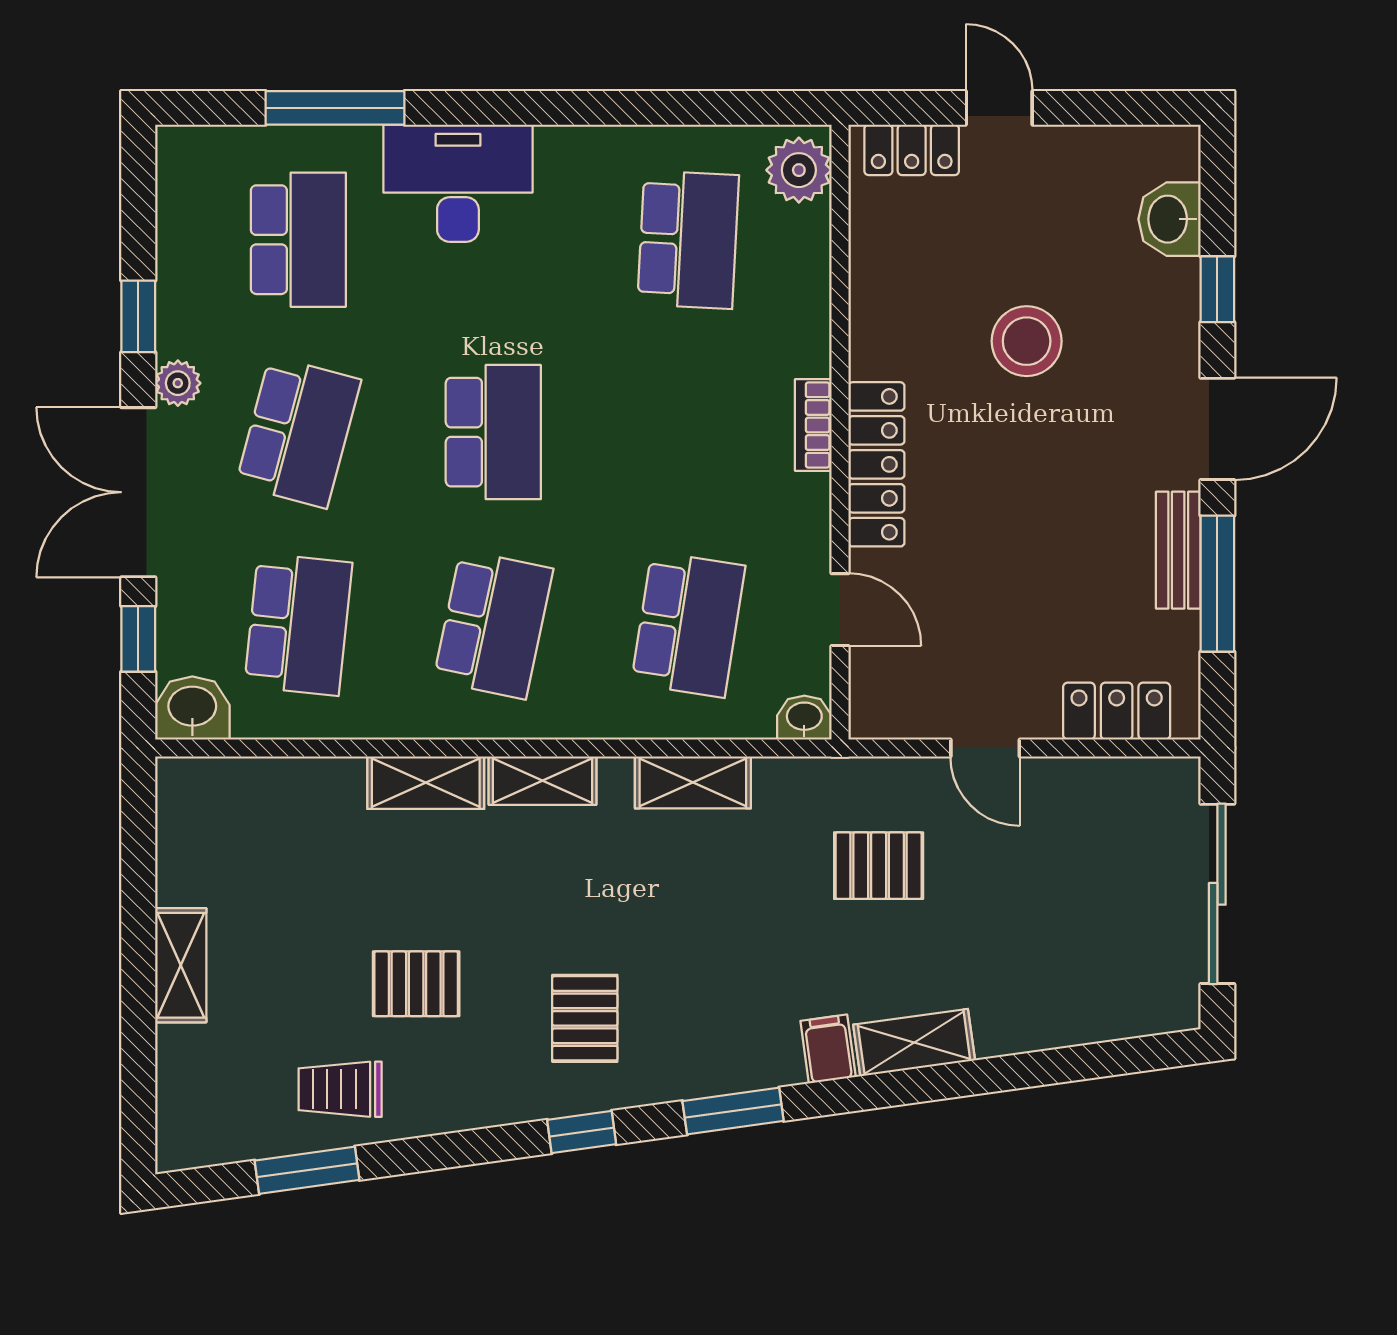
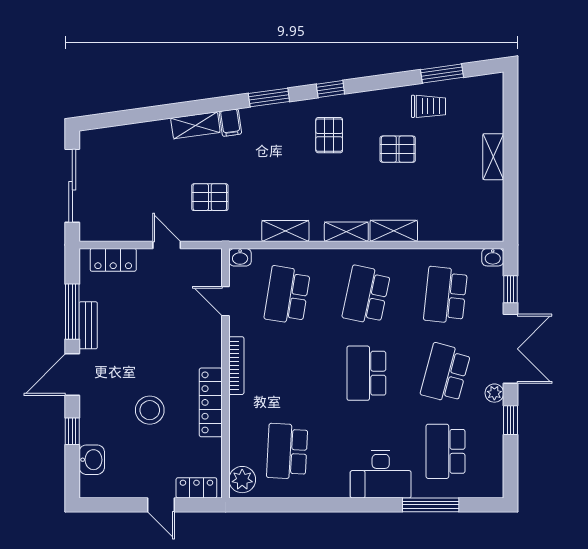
bookcase: (813, 425) -> (236, 366), width x1.56
locker: (876, 464) -> (211, 402), moved
washbasin: (192, 708) -> (493, 257), width x0.72, depth x0.69

